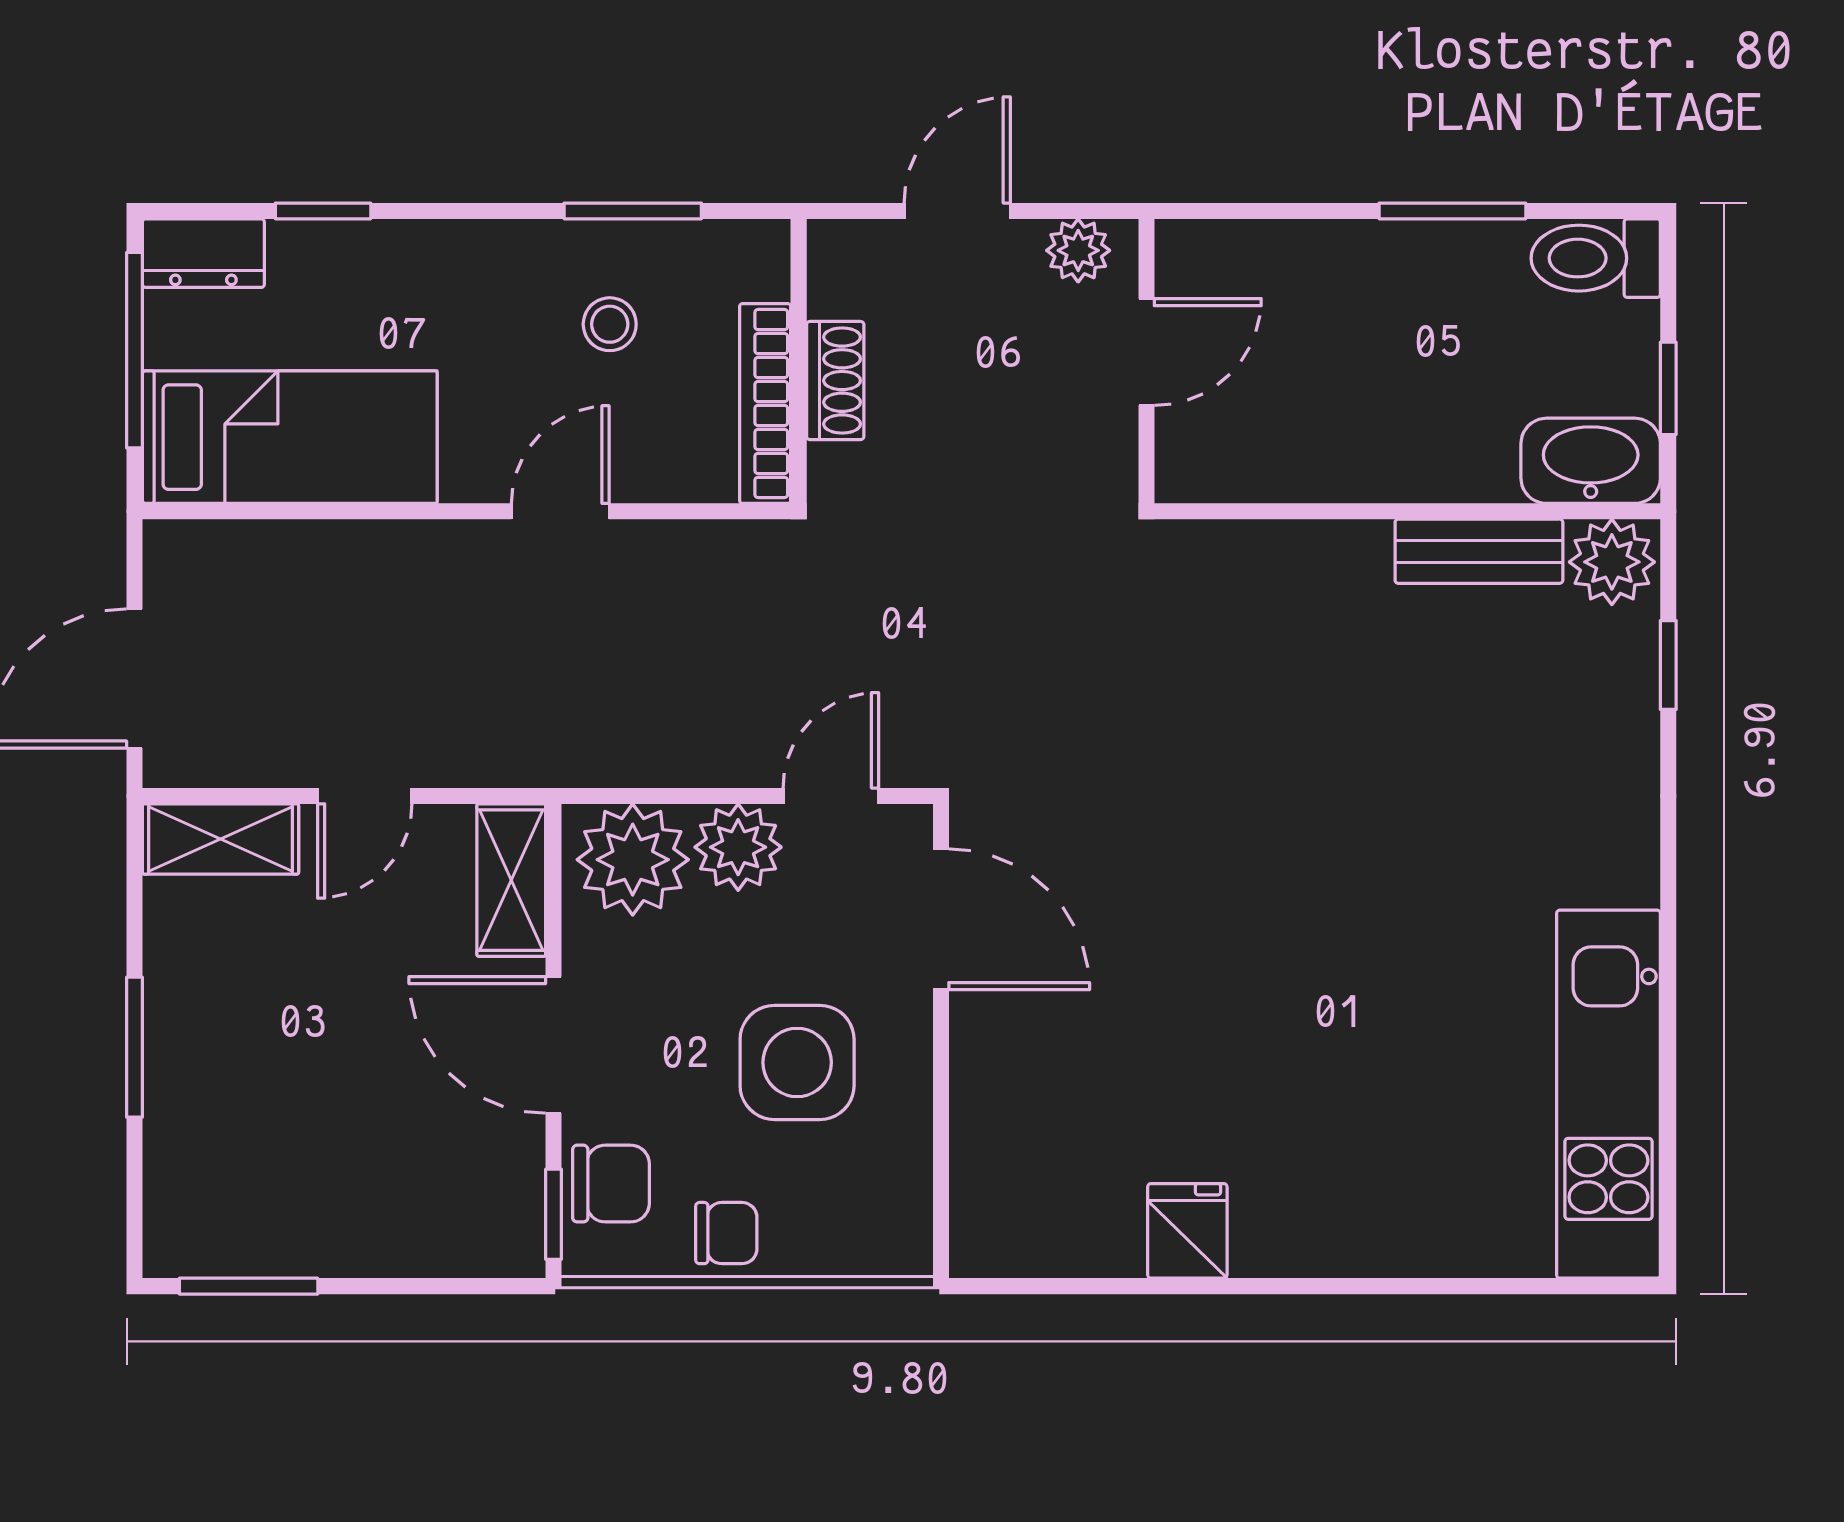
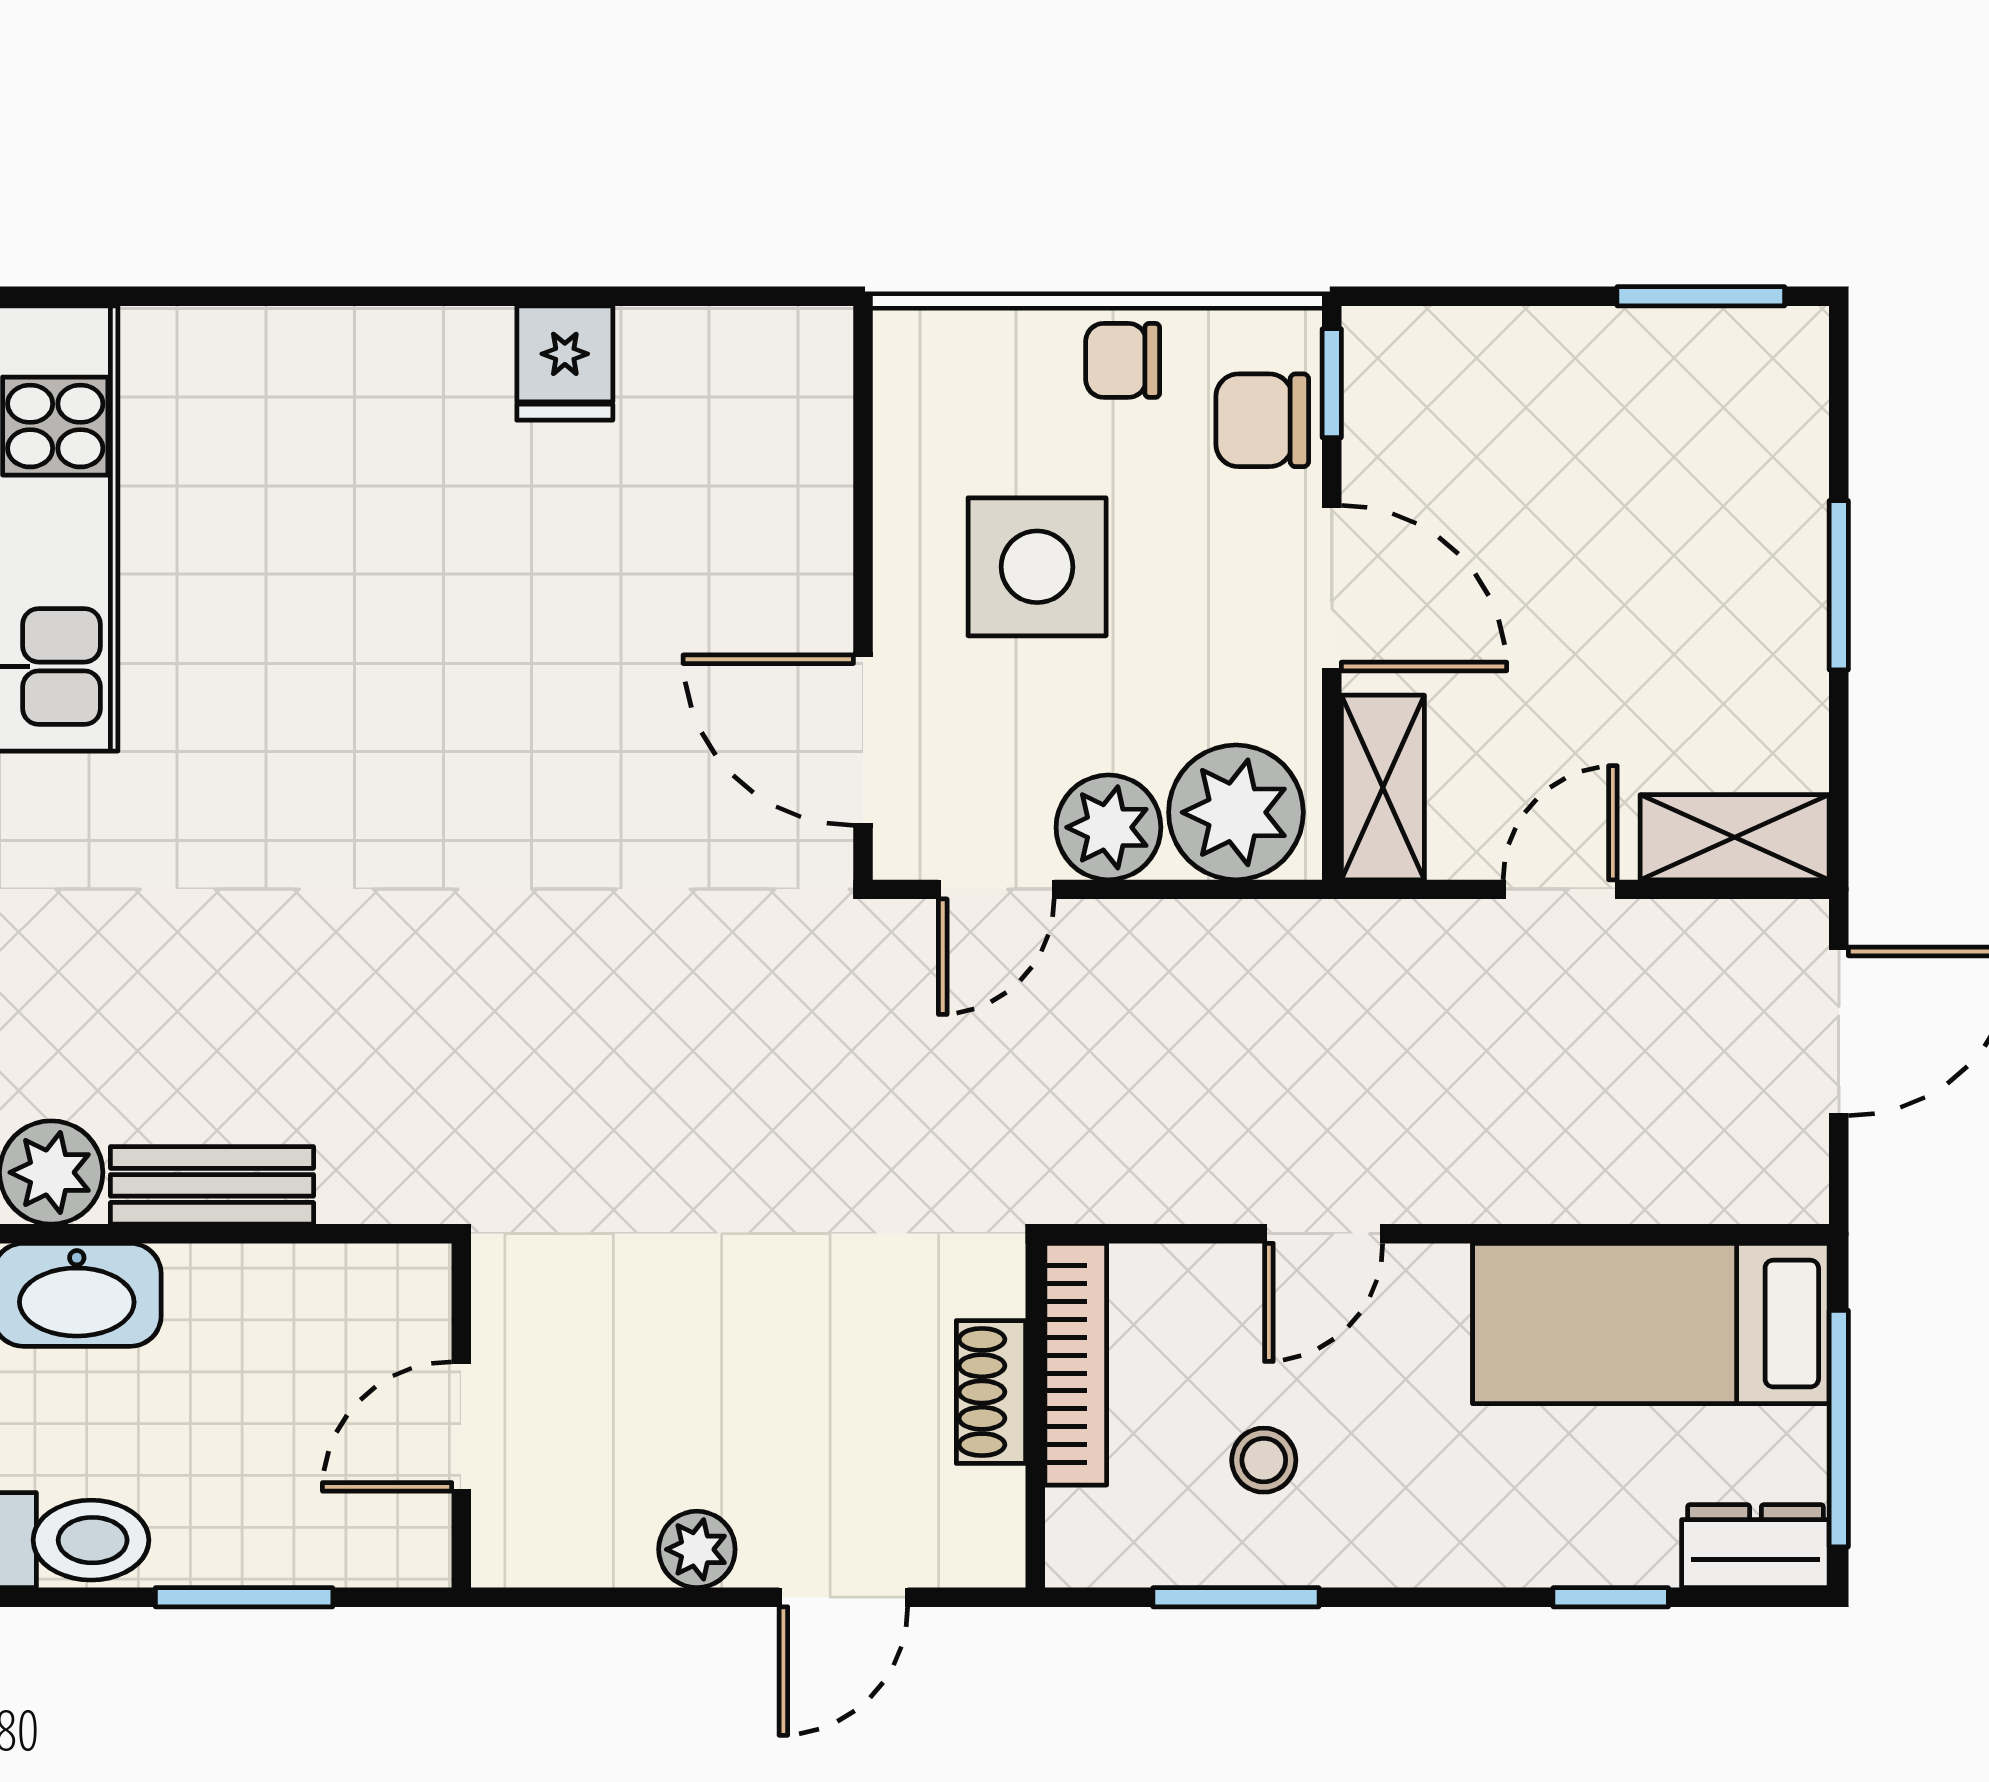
door: (1146, 352) -> (461, 1427), moved
wall: (1146, 361) -> (461, 1415), moved

